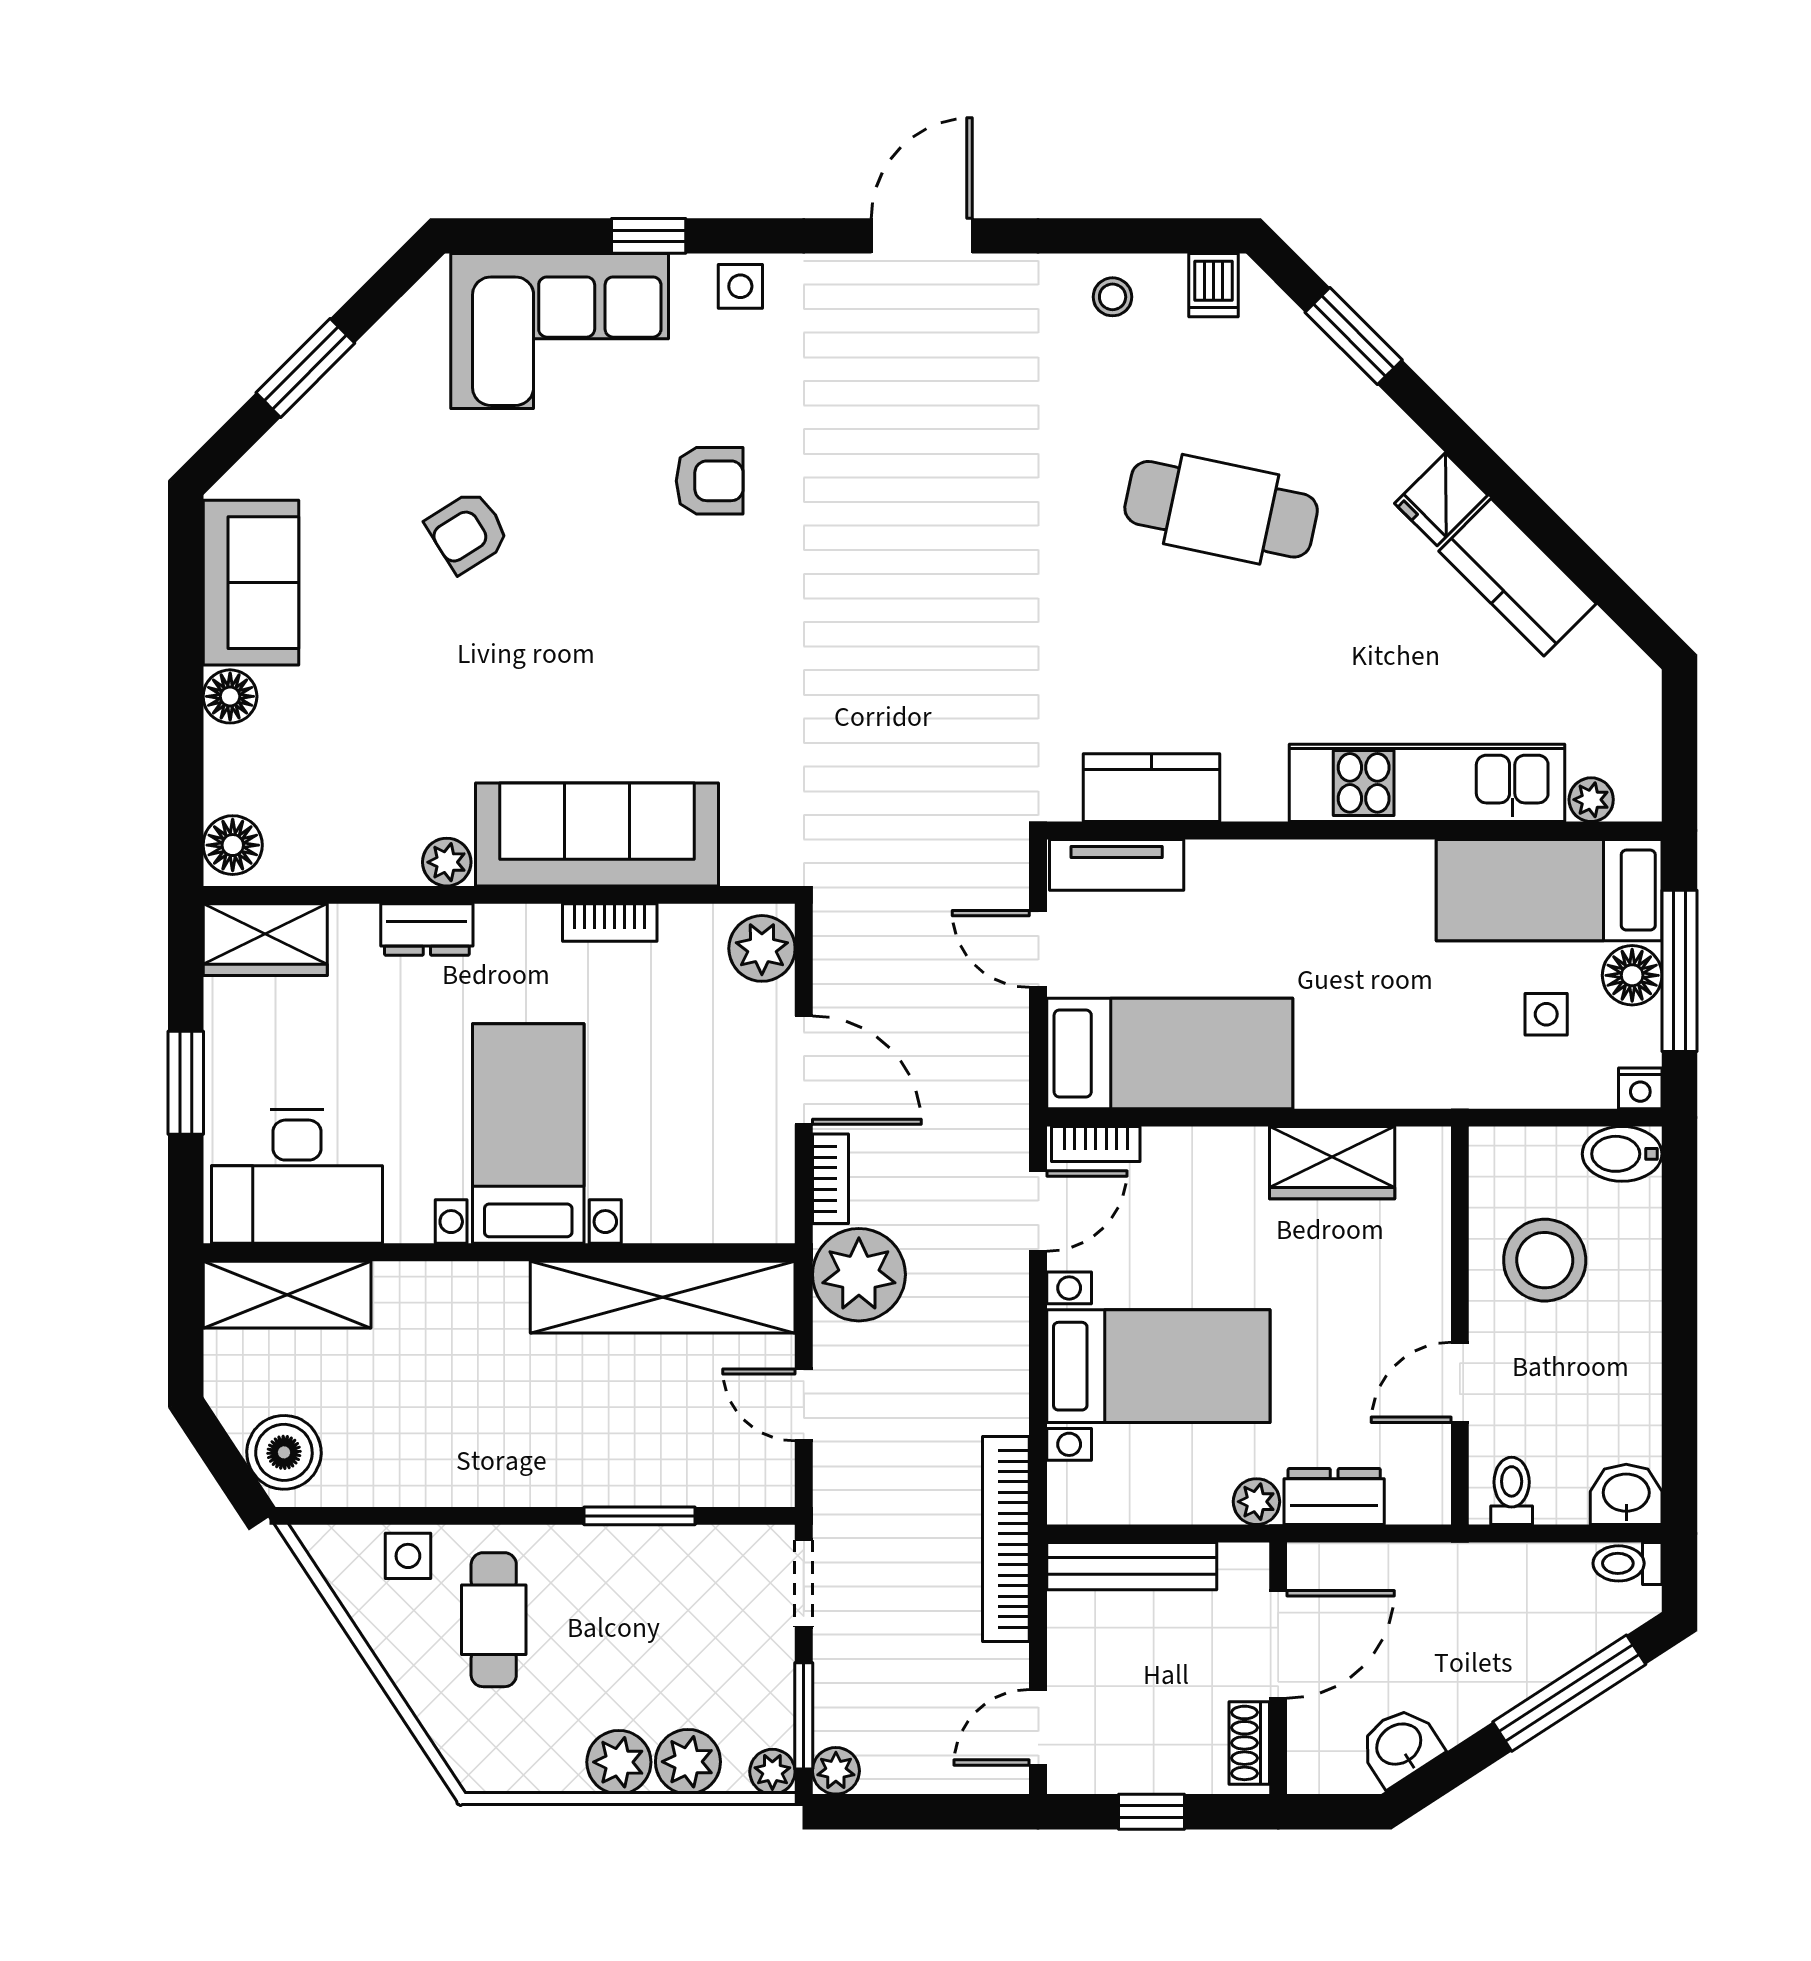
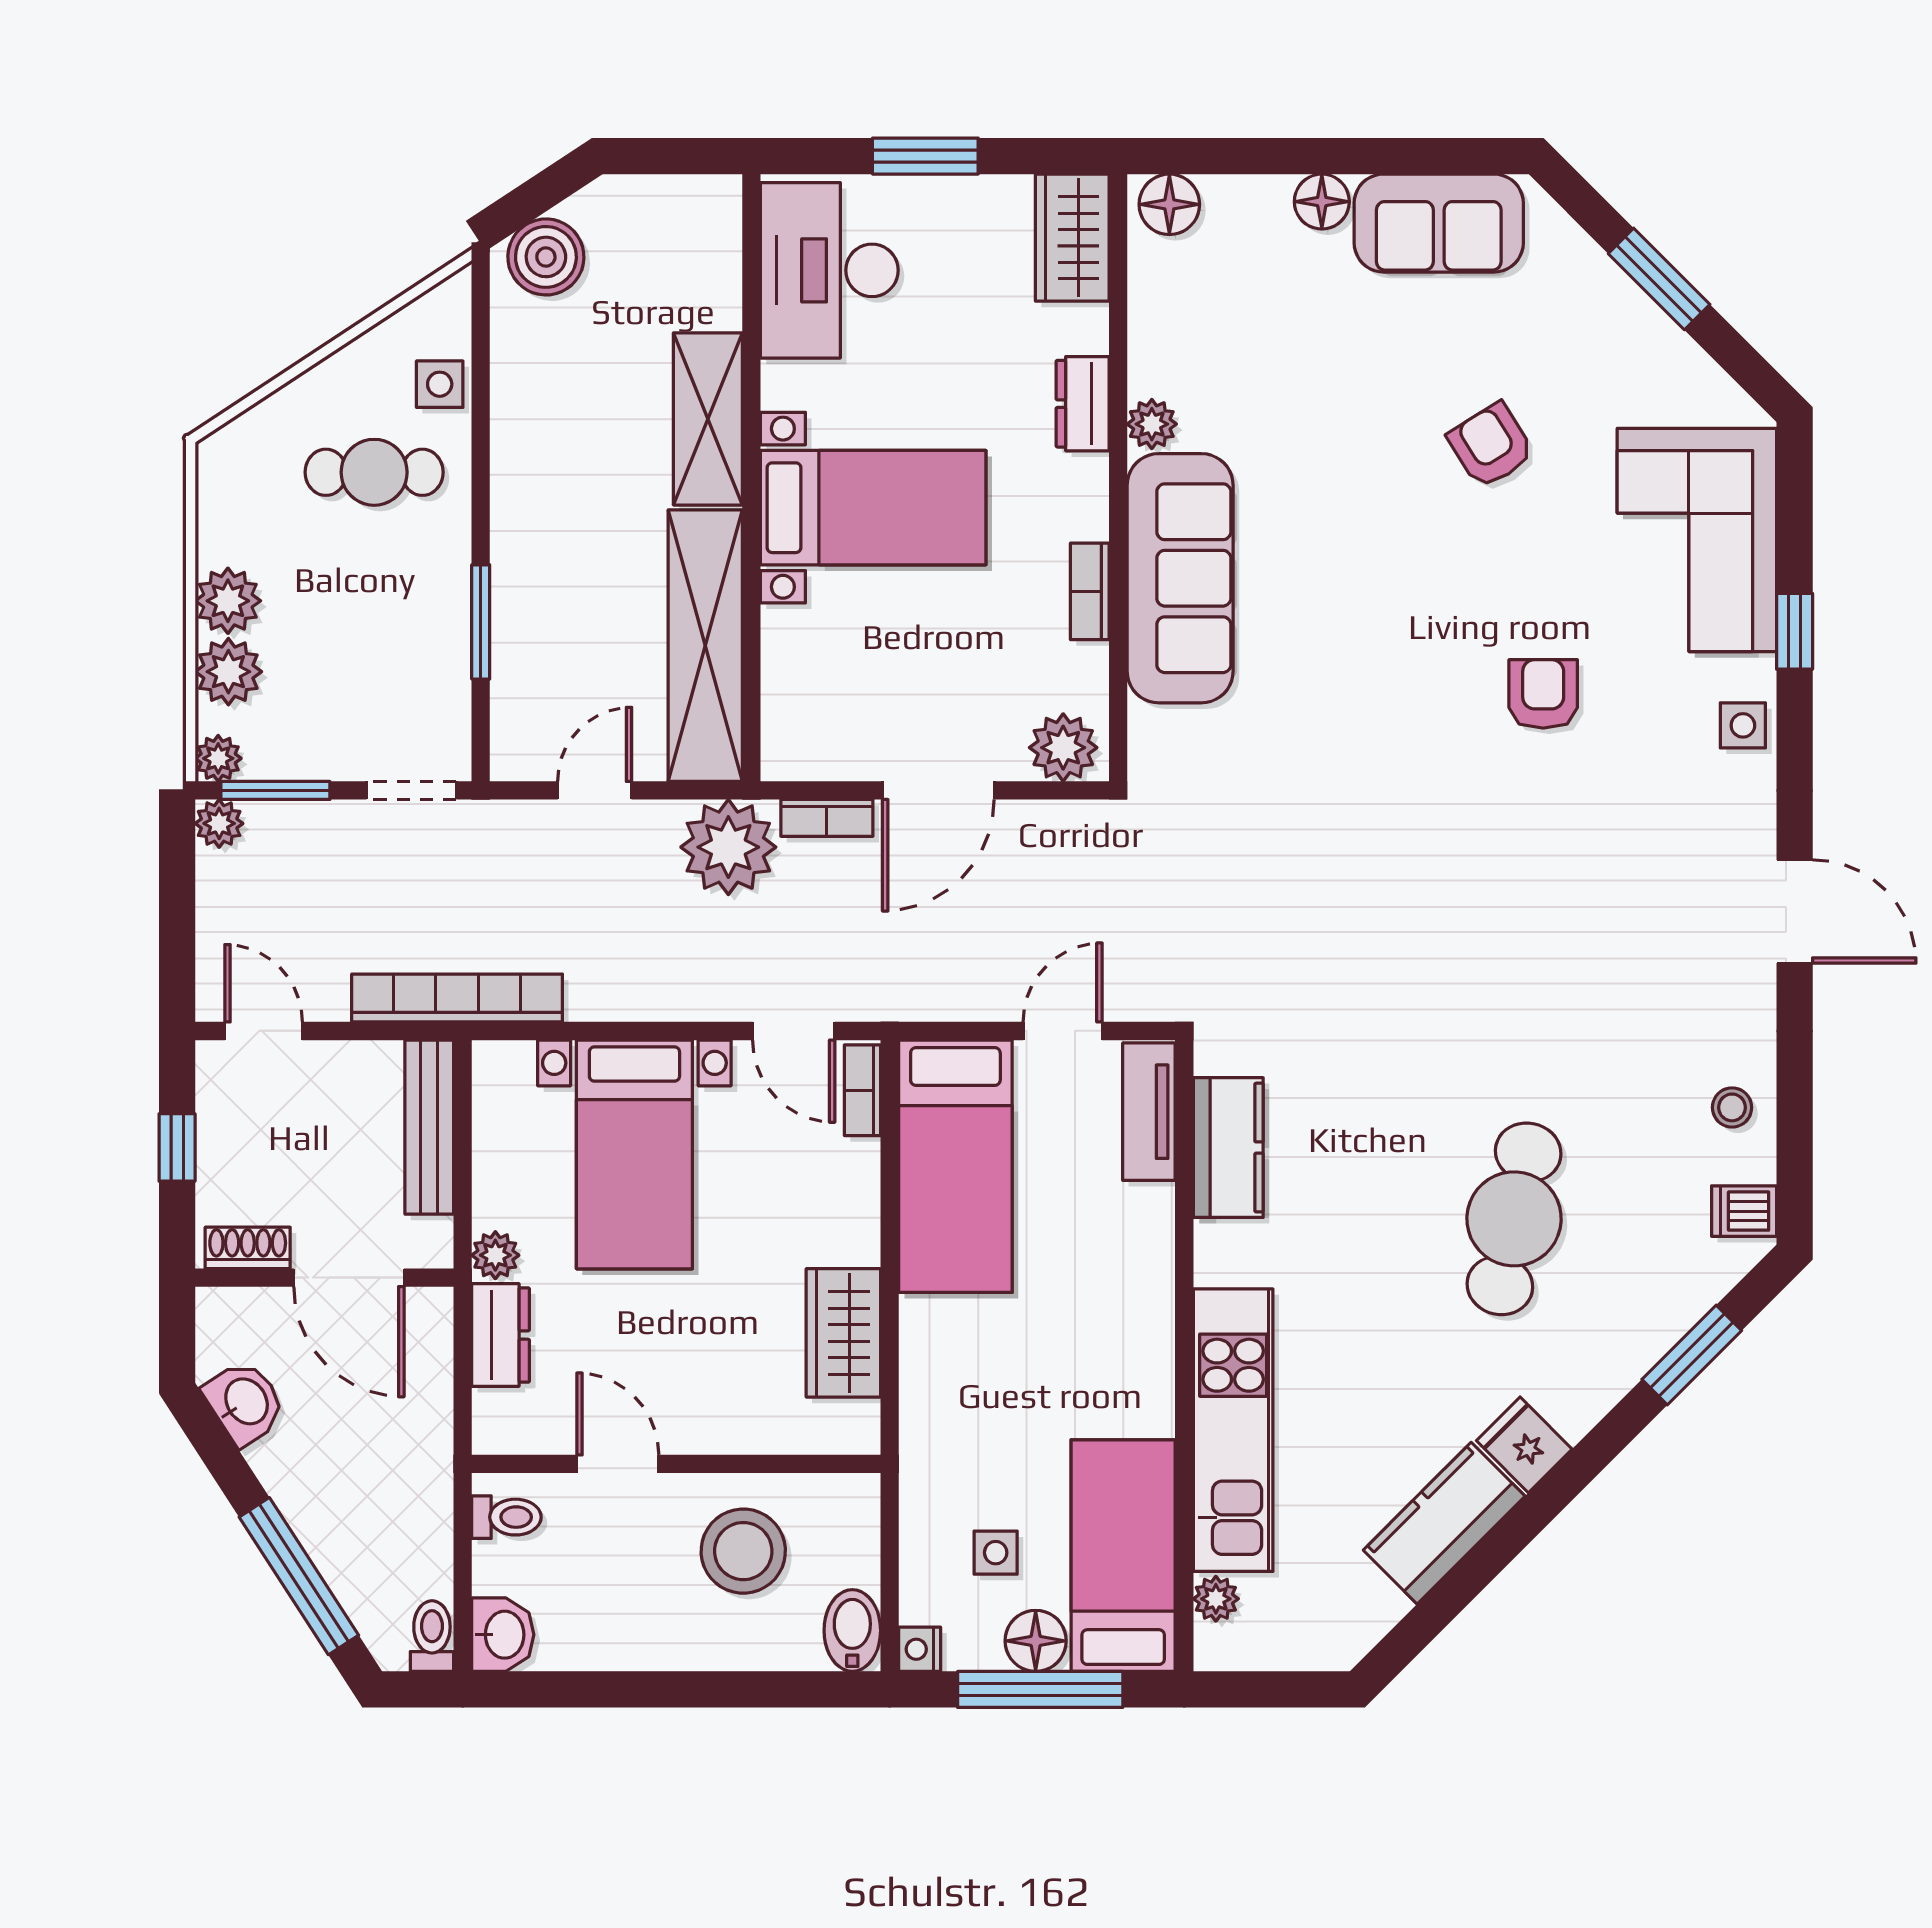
armchair: (710, 481) -> (1543, 694), turned 180
shelving: (287, 1295) -> (708, 419), moved

